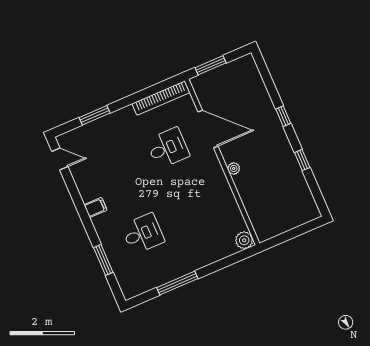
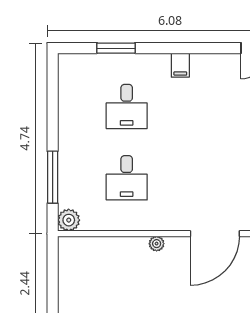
desk: (168, 148) -> (127, 178), moved
window: (177, 283) -> (53, 177), moved

